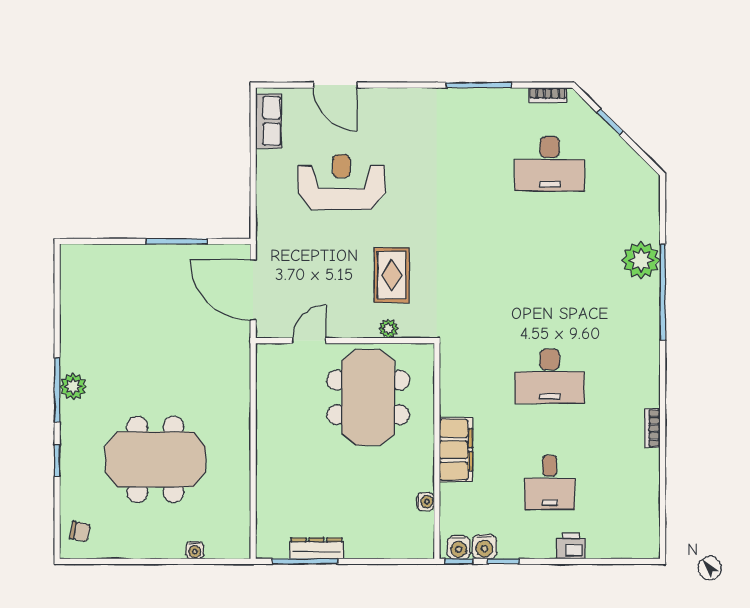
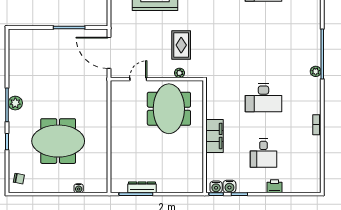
plant: (641, 260) -> (316, 71), moved, width x0.53, depth x0.53
water cooler: (425, 502) -> (199, 163), removed

